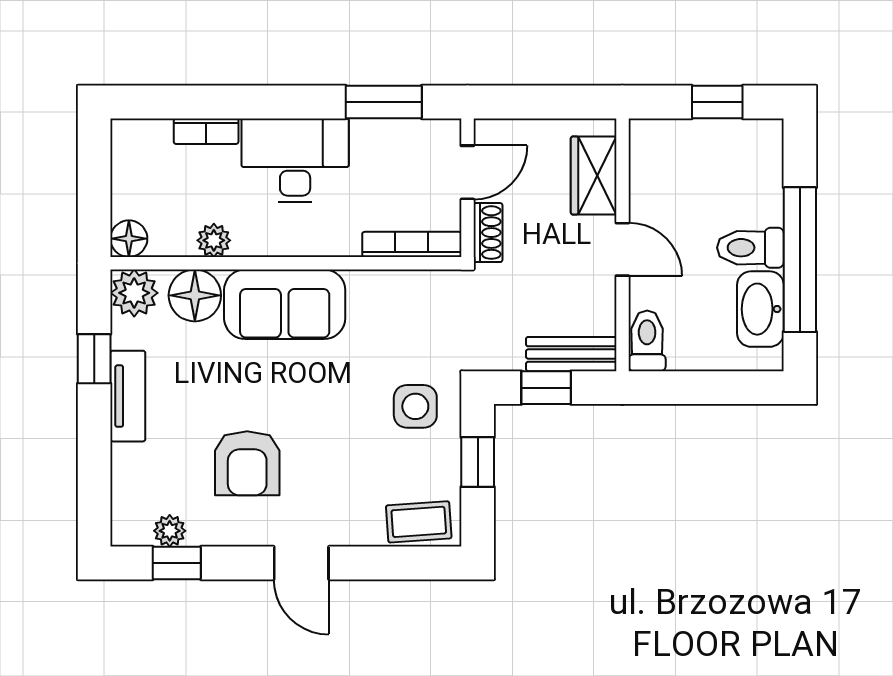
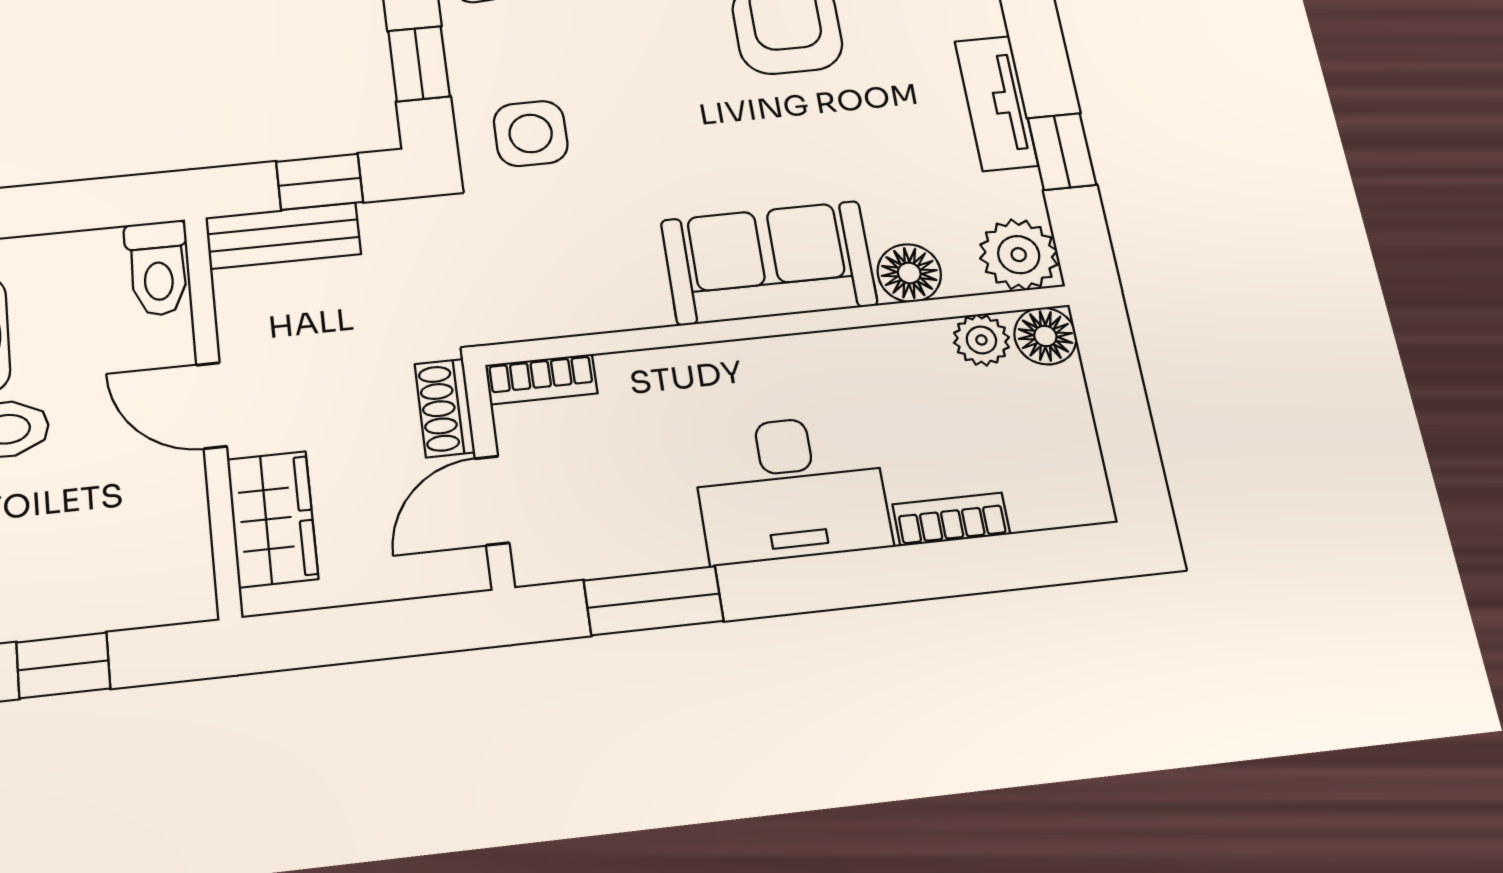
plant: (214, 240) -> (981, 340), moved
bookcase: (412, 244) -> (541, 379), width x0.64
floor lamp: (195, 295) -> (909, 273), width x0.73, depth x0.73

